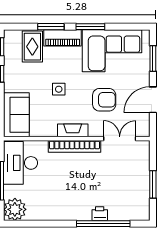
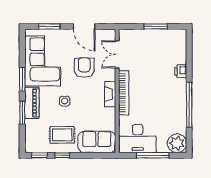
rug: (32, 47) -> (62, 135), moved
side table: (59, 89) -> (65, 101), moved
window: (103, 224) -> (189, 105), moved

